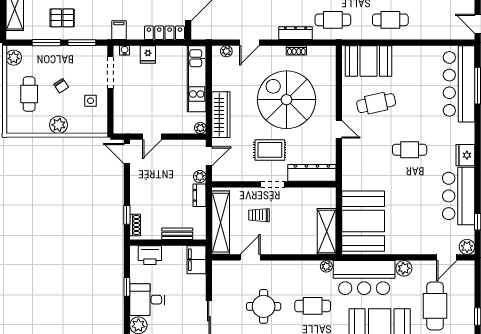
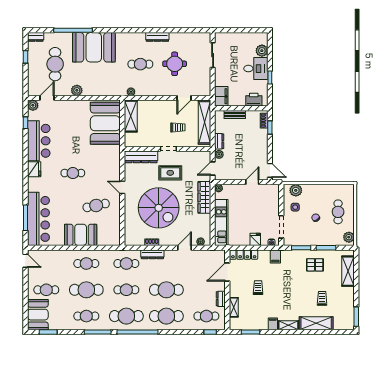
booth: (368, 61) -> (81, 235), moved
plant: (59, 125) -> (296, 190), moved
bar counter: (364, 278) -> (105, 84), removed

